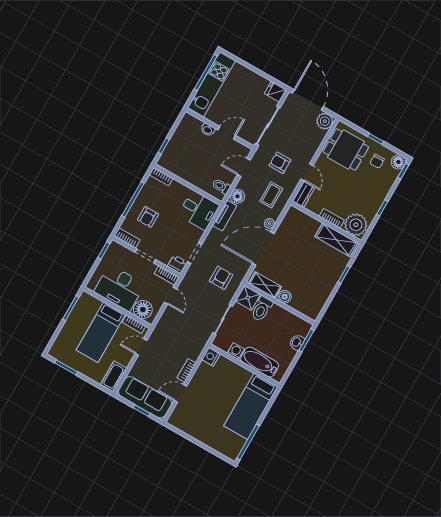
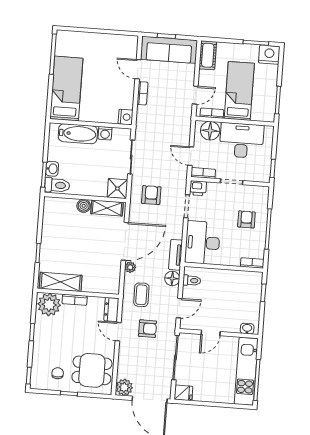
washbasin: (208, 130) -> (247, 329), moved
floor lamp: (398, 162) -> (37, 382), removed
desk: (199, 210) -> (203, 243), width x1.37
bookcase: (127, 238) -> (257, 191), removed
armchair: (221, 278) -> (151, 195), turned 180
toilet: (262, 309) -> (57, 185), moved, turned 90
nightstand: (59, 351) -> (269, 55), added
door: (180, 393) -> (138, 69), swing flipped

